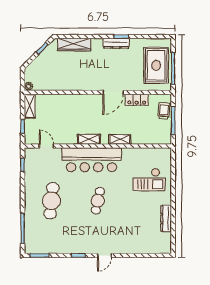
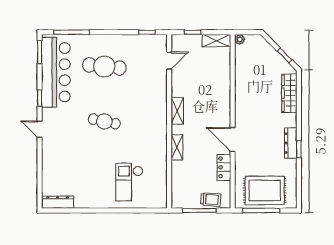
bar counter: (92, 160) -> (56, 72), moved, turned 180
dresser: (166, 218) -> (57, 202), moved

